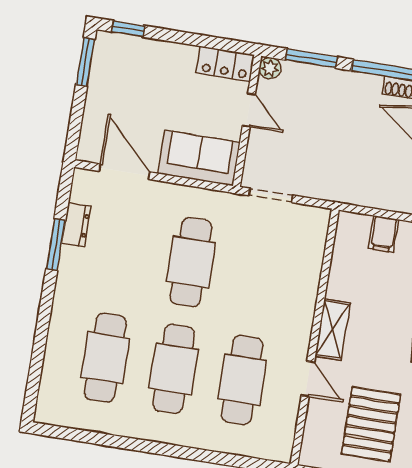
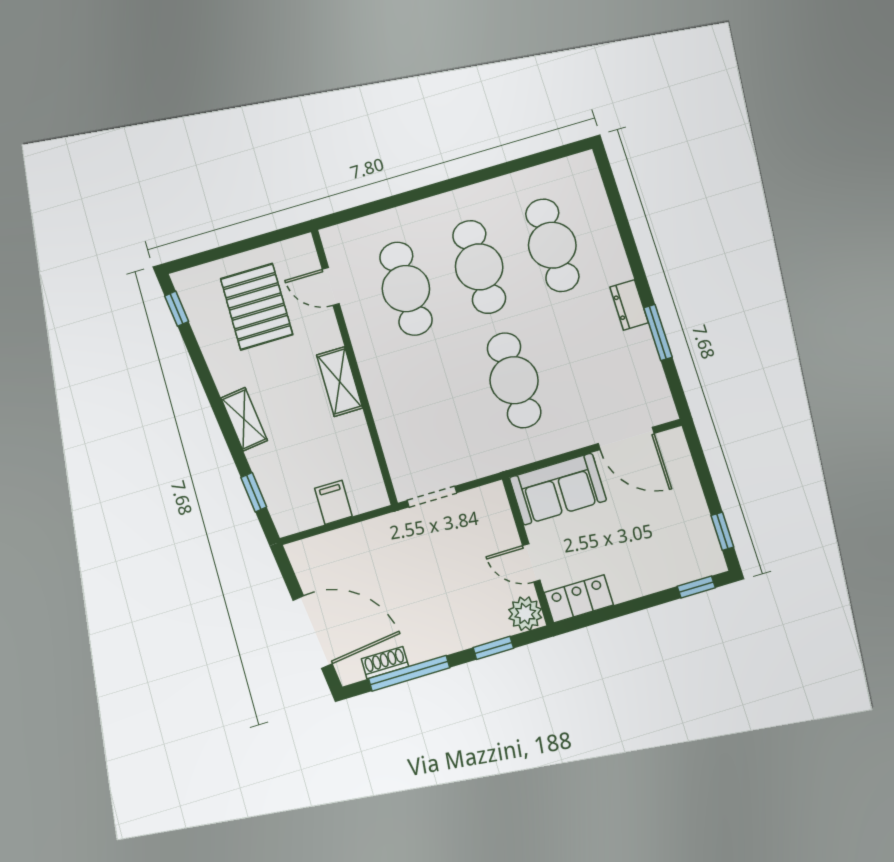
window: (311, 58) -> (493, 648), width x0.67
window: (85, 62) -> (722, 531), width x0.67
plant: (270, 68) -> (525, 614), width x1.38, depth x1.38
doorway: (271, 195) -> (432, 497), moved
dresser: (76, 225) -> (629, 305), moved
door: (308, 379) -> (331, 286), moved

